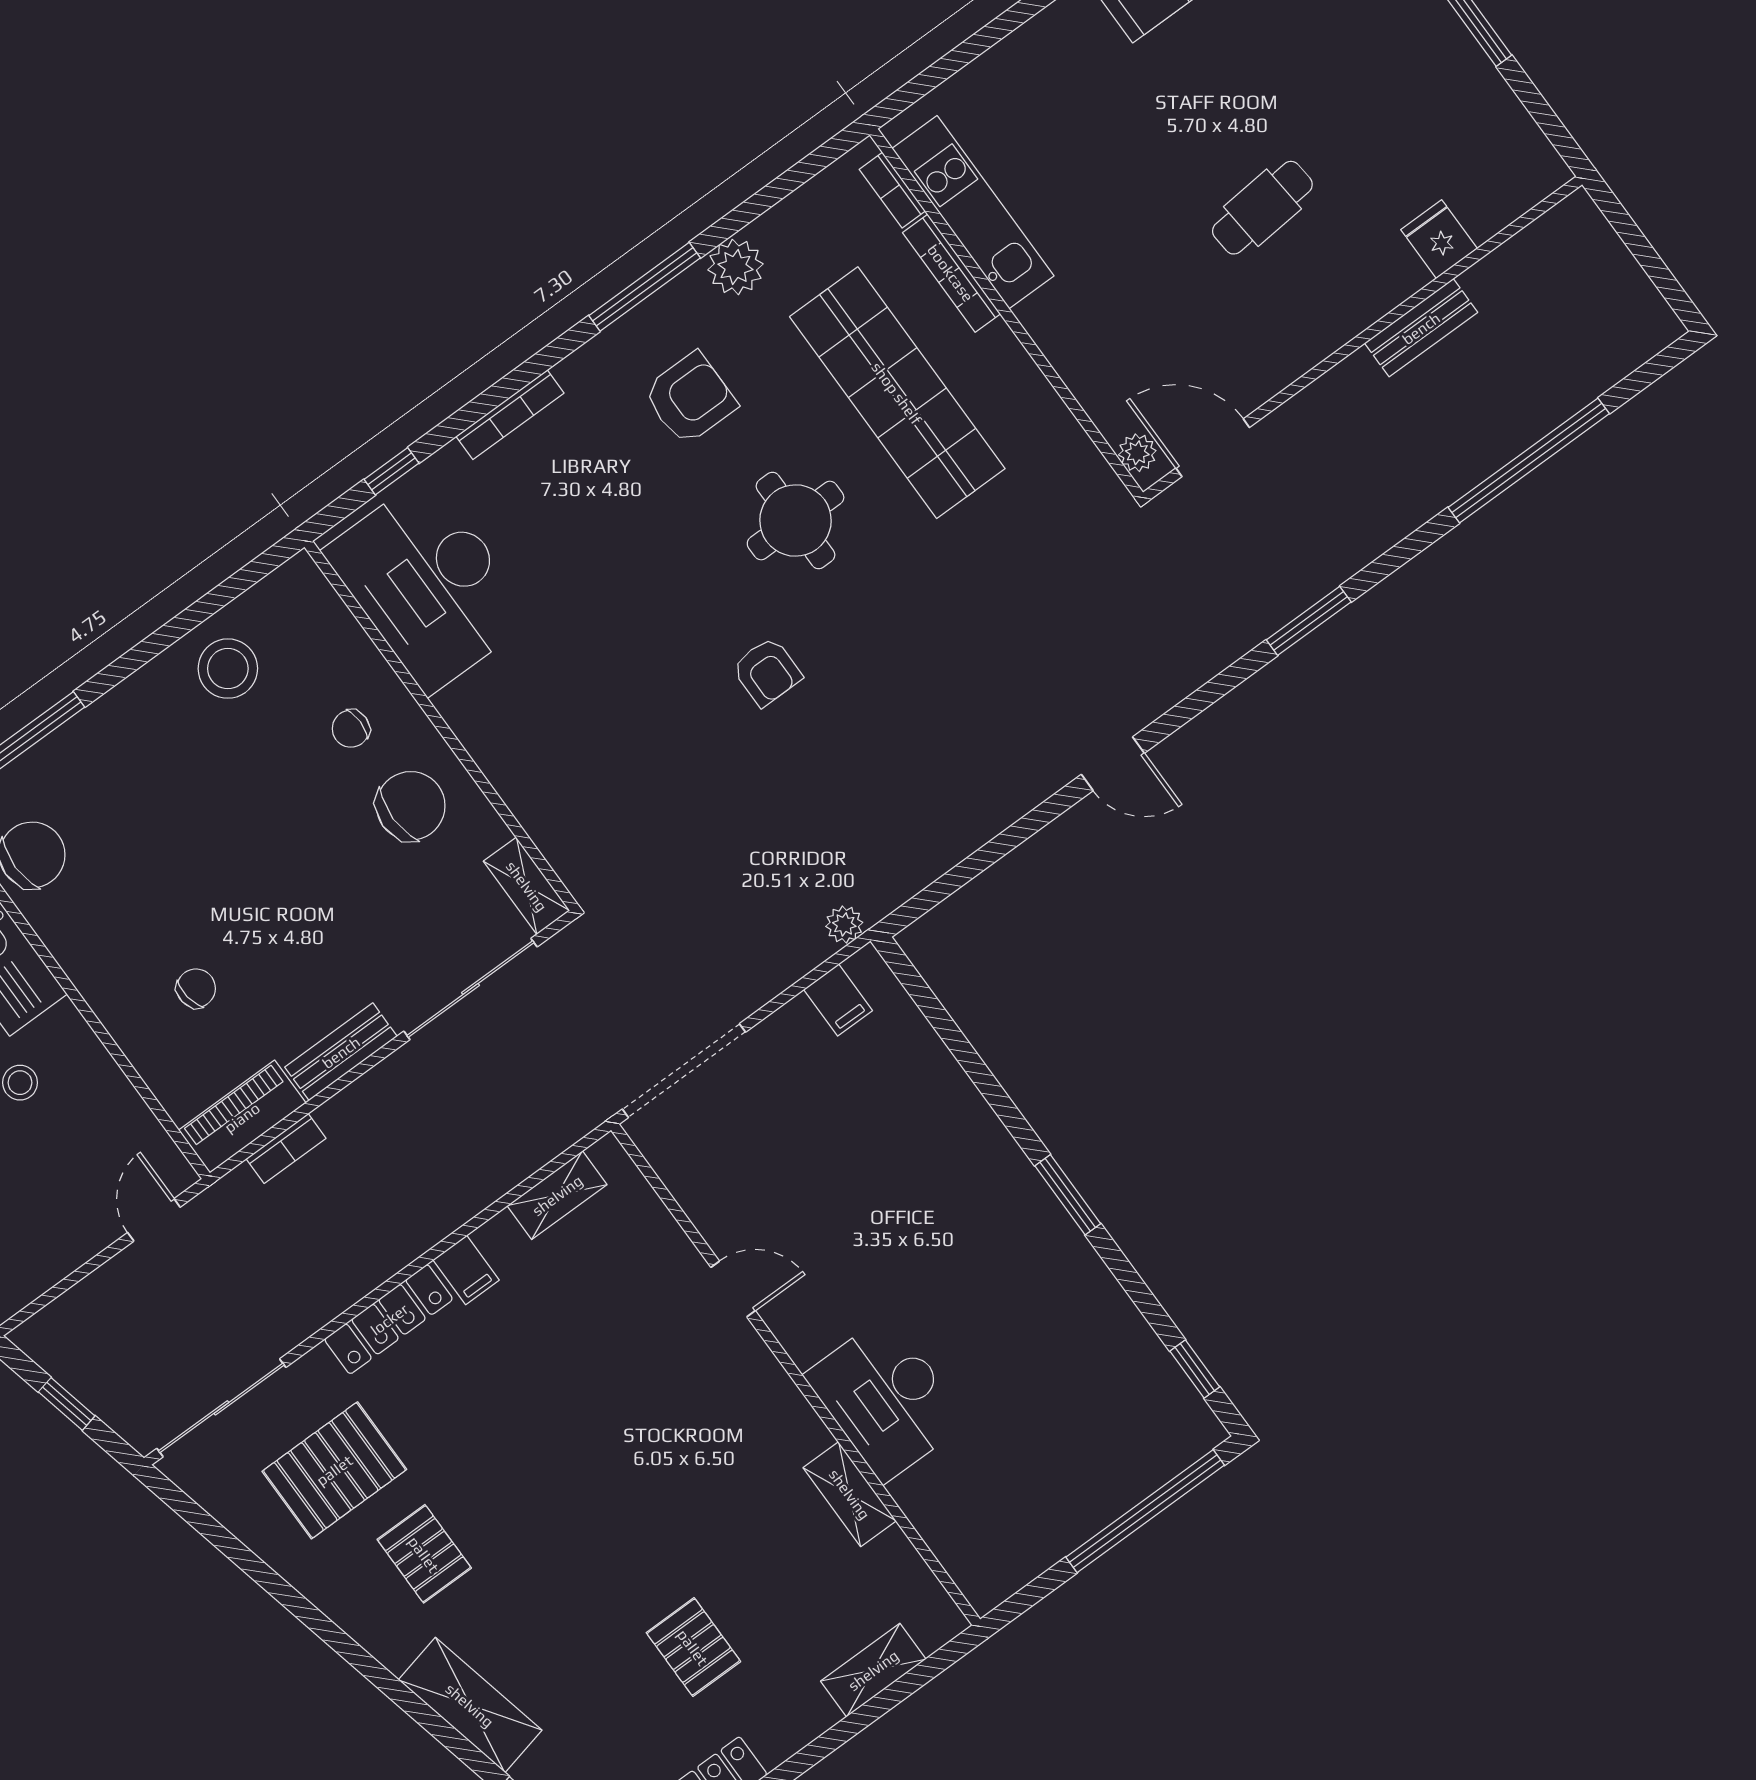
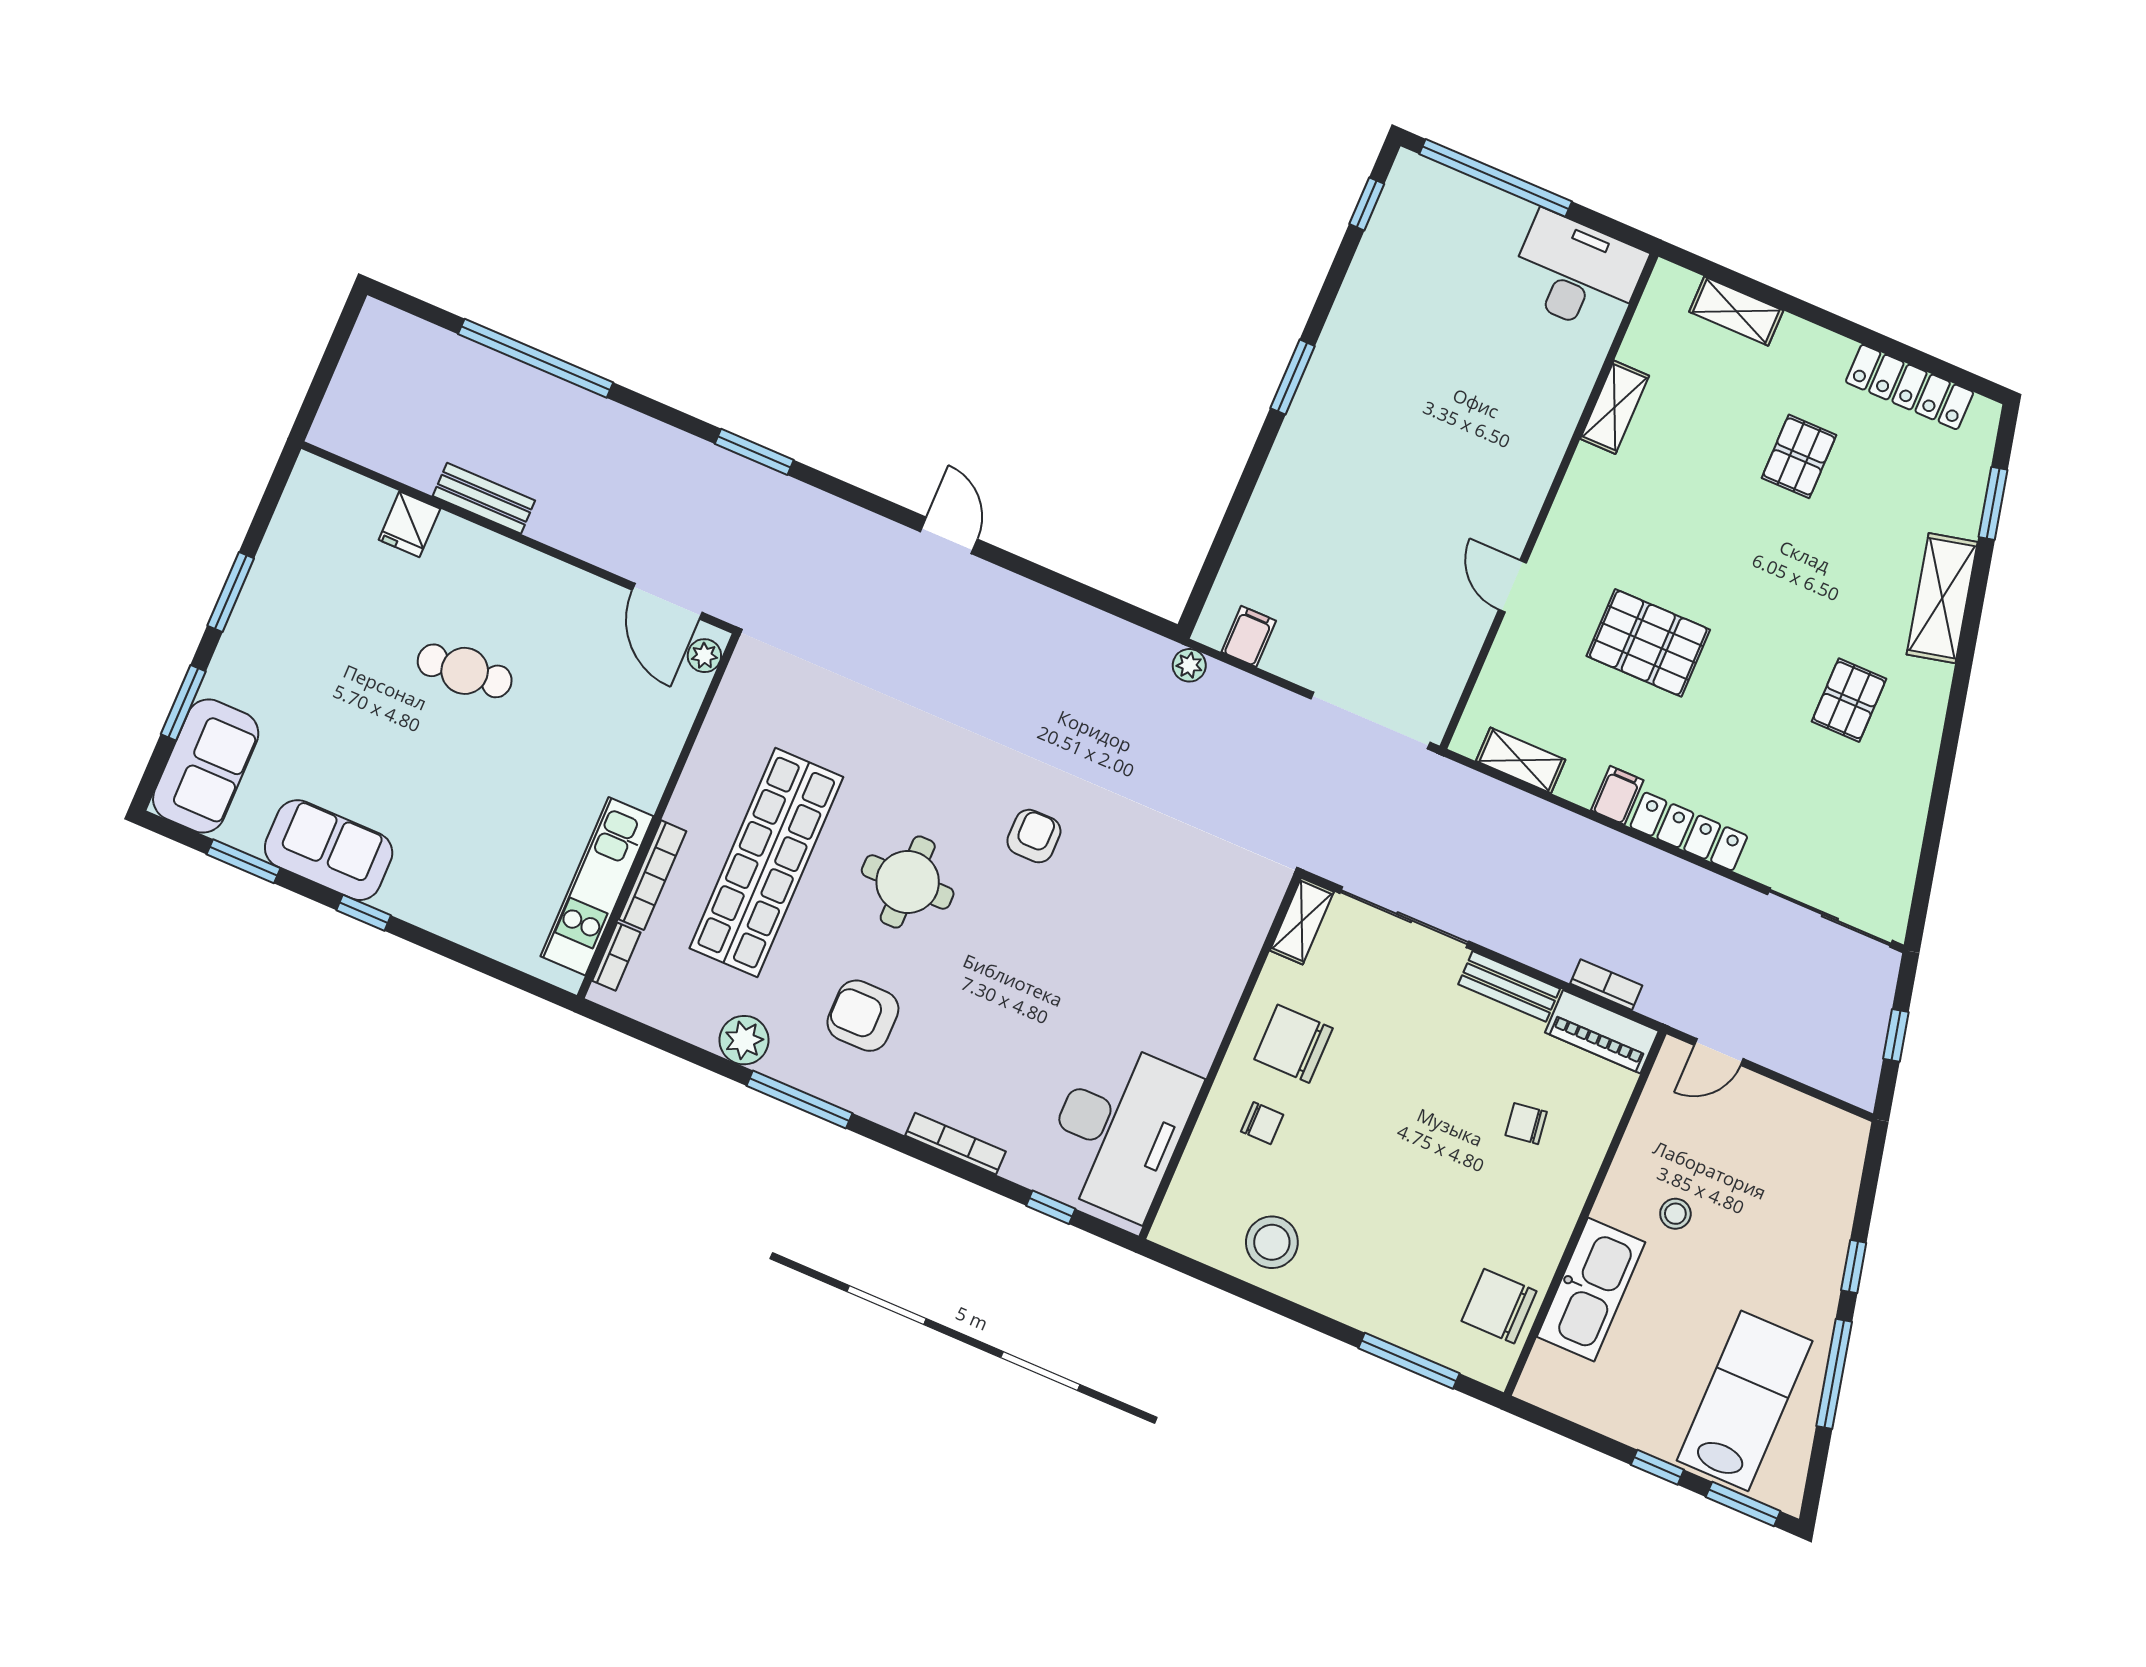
desk: (886, 1399) -> (1577, 273), moved, turned -90
pallet: (334, 1470) -> (1648, 643), moved

